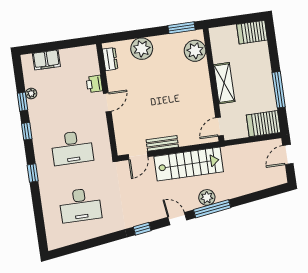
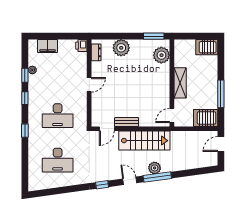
printer: (94, 84) -> (81, 46), moved

